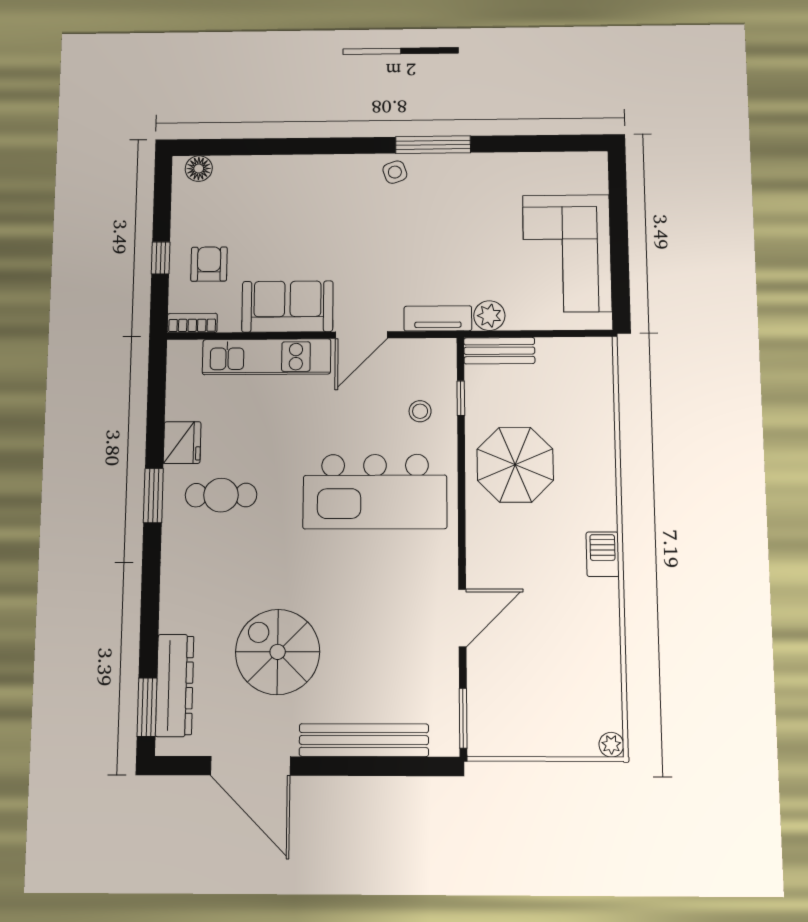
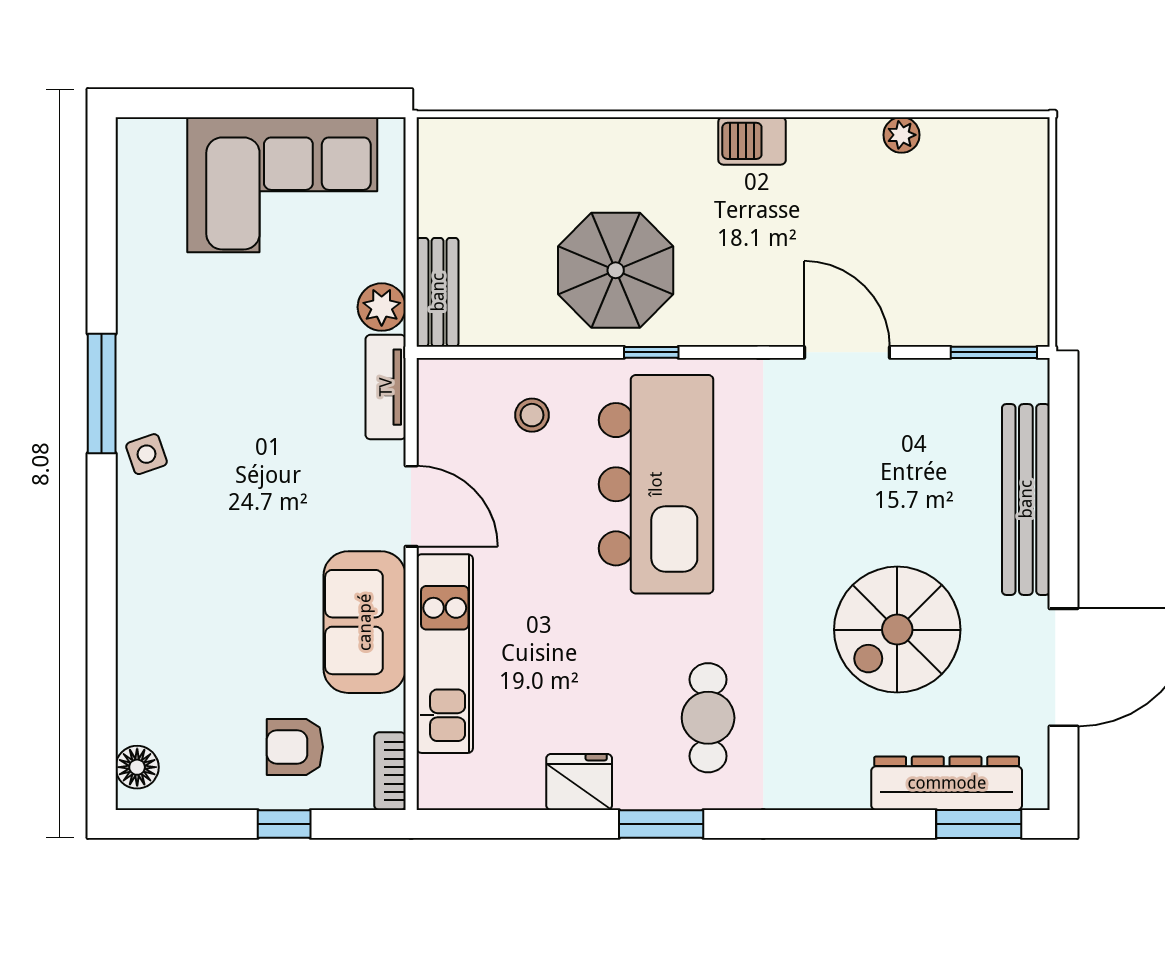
window: (461, 398) -> (651, 352), moved
cafe table: (221, 495) -> (708, 718), moved
plant: (611, 745) -> (901, 135), moved

